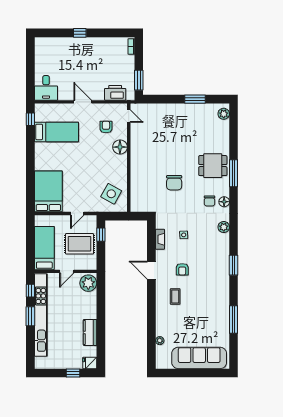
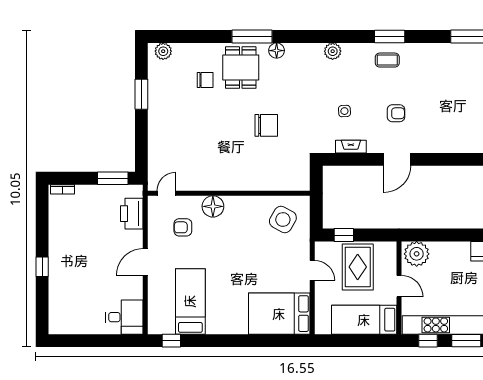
chair: (209, 201) -> (205, 80), moved
floor lamp: (224, 202) -> (277, 51), moved
coffee table: (175, 296) -> (387, 60), moved

